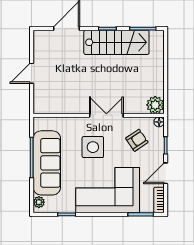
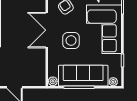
double door: (106, 115) -> (47, 30), width x1.37
plant: (39, 123) -> (53, 81), added

